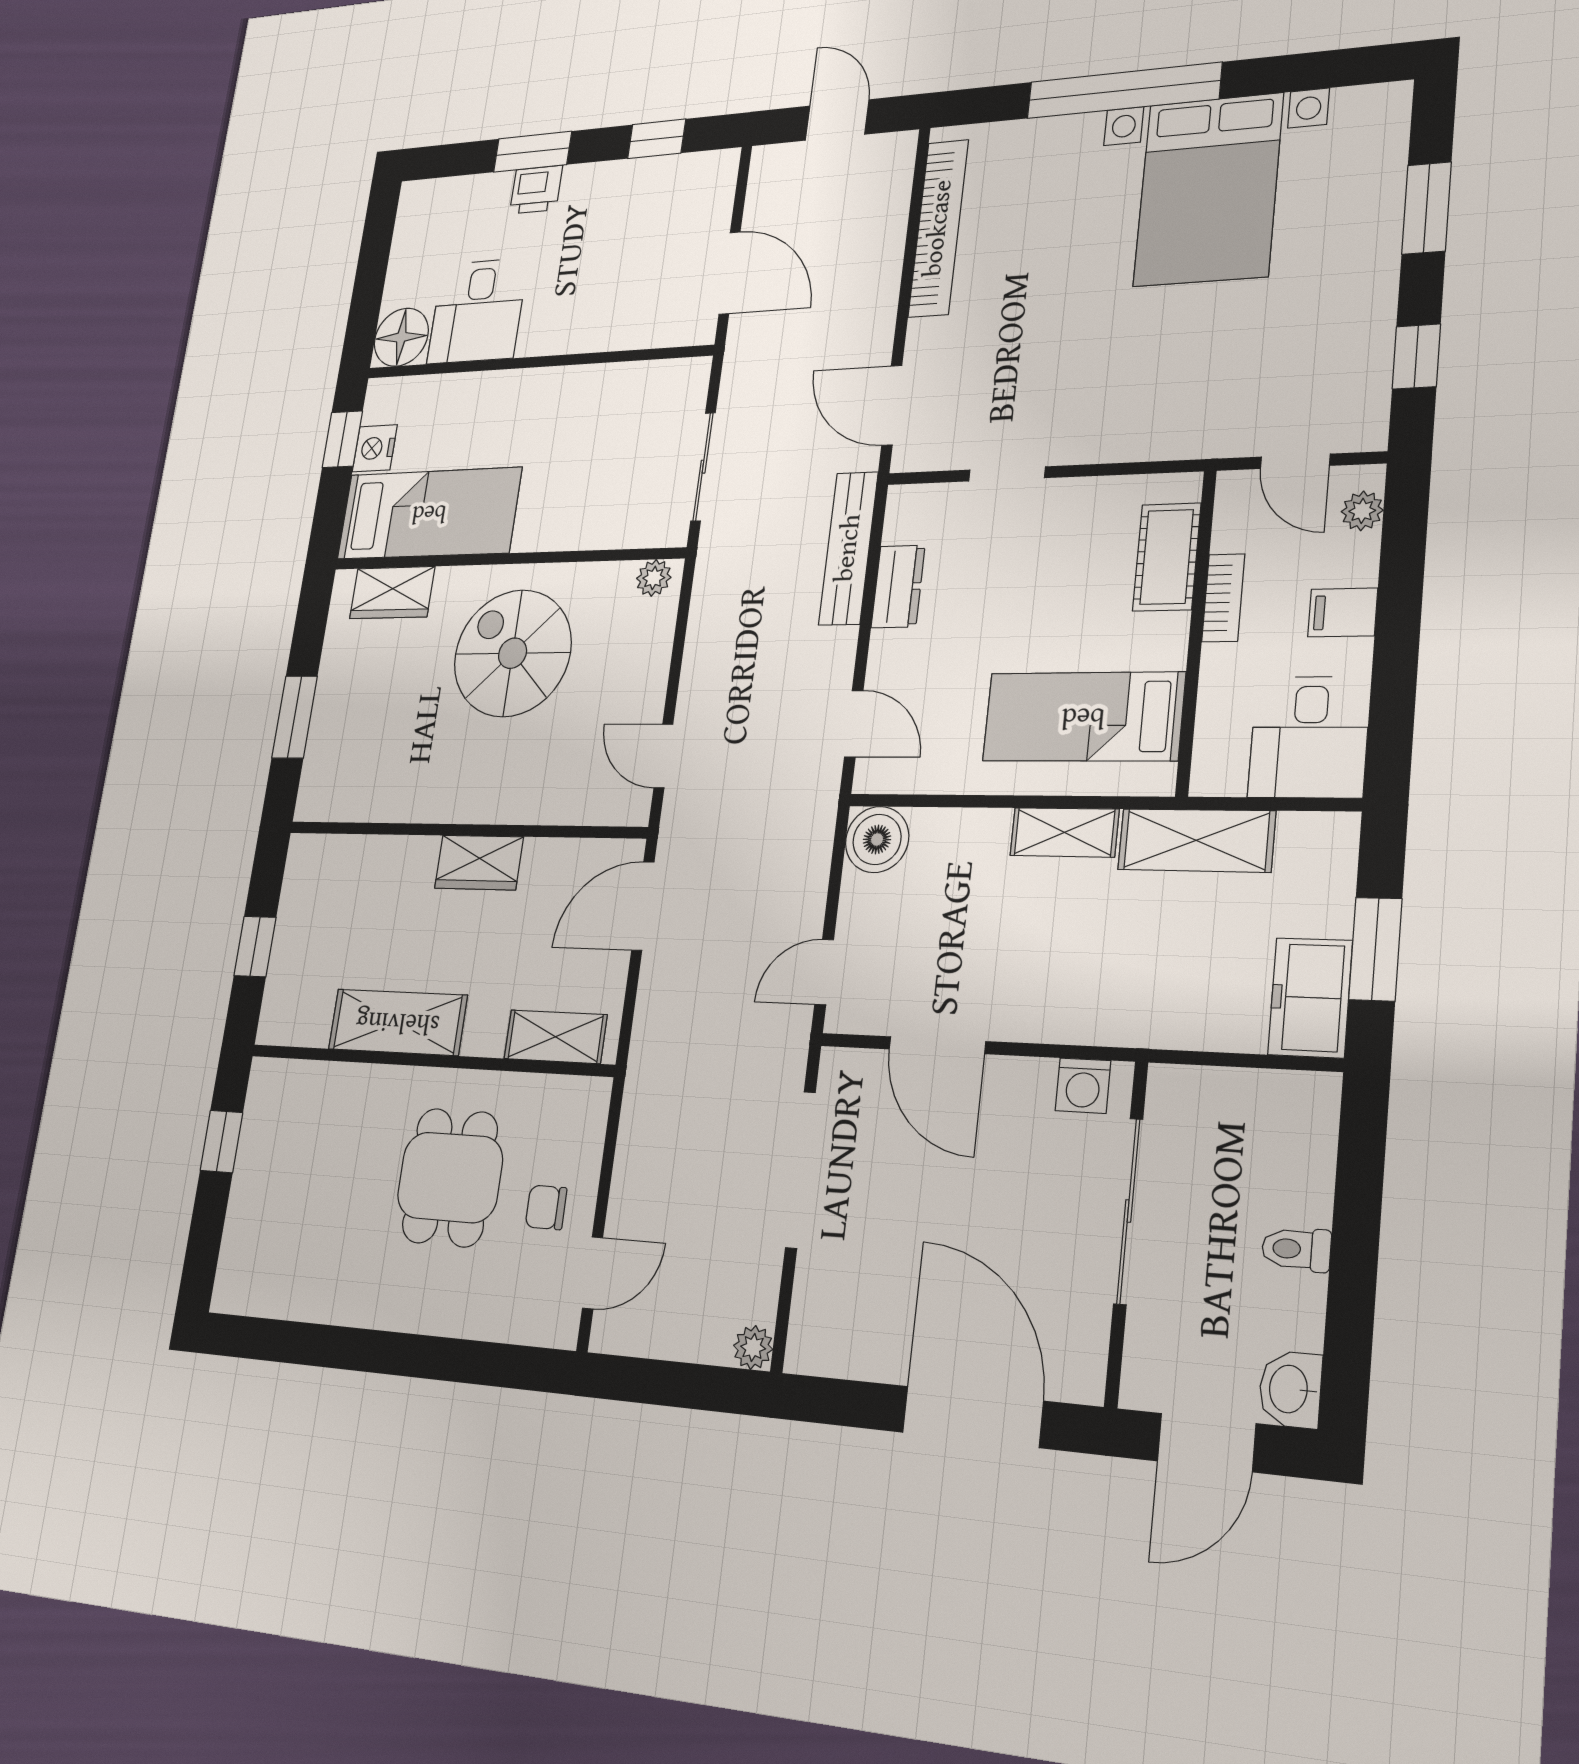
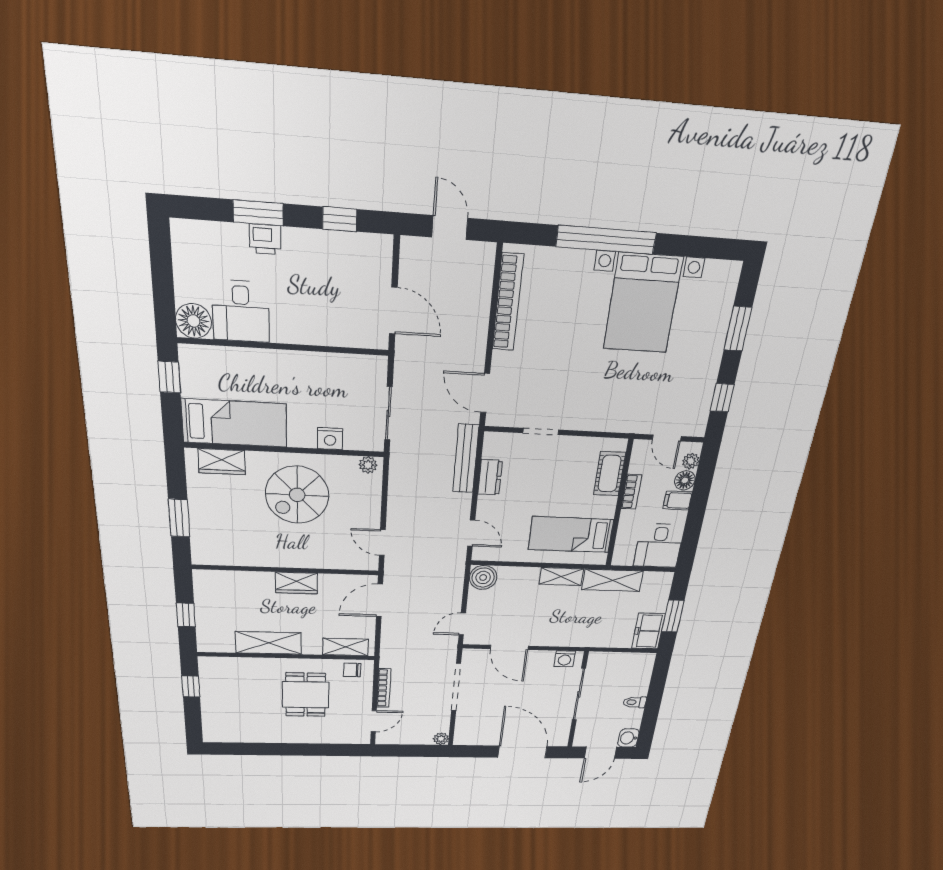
nightstand: (375, 448) -> (330, 439), moved, turned -90
floor lamp: (1354, 560) -> (685, 480), added
spiral stairs: (513, 653) -> (297, 495), turned -90
bookcase: (627, 1165) -> (384, 688), added
chair: (546, 1207) -> (352, 670), moved

